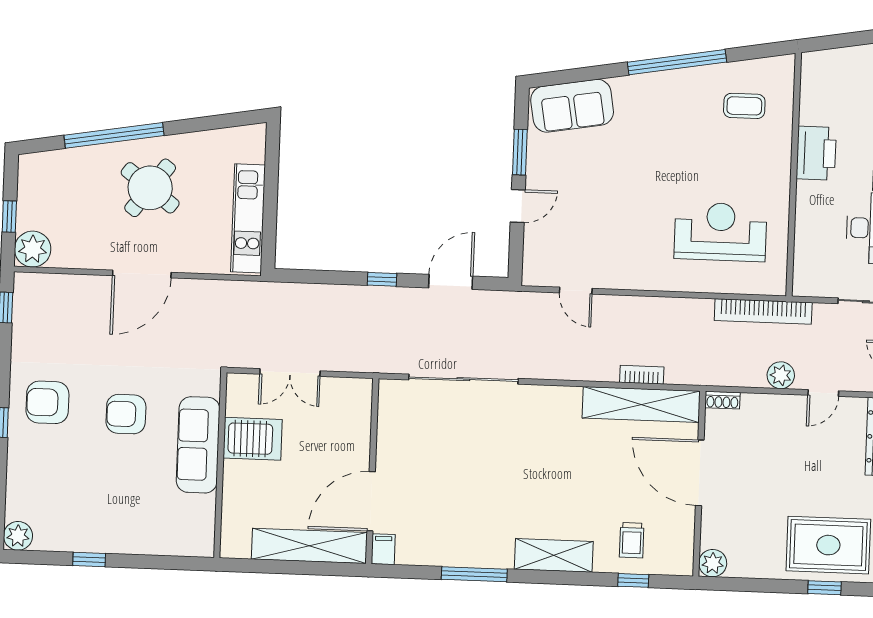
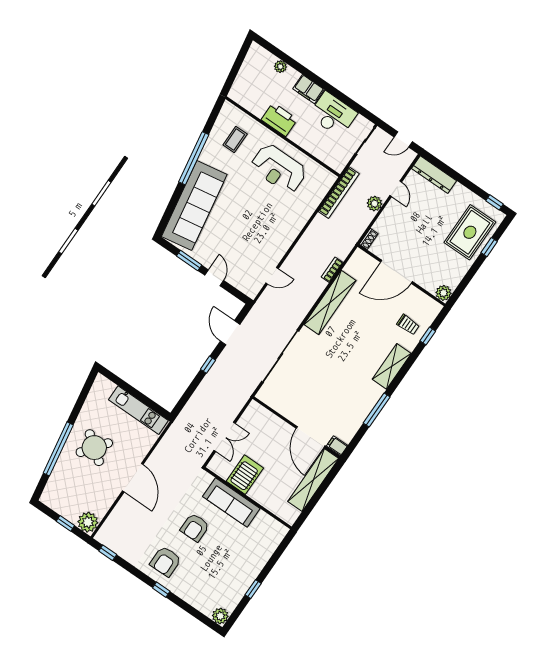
sofa: (572, 106) -> (194, 205), width x1.85, depth x1.27
reception desk: (720, 232) -> (279, 169), moved, turned -90
shelving: (641, 405) -> (330, 303), moved

